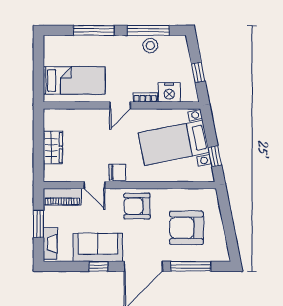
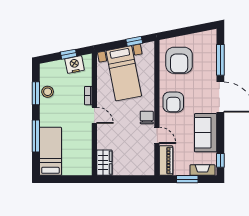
window: (148, 30) -> (36, 93), width x0.69
bed: (74, 80) -> (50, 151), moved
nightstand: (169, 93) -> (75, 65), moved, turned -101
wardrobe: (53, 147) -> (104, 163), moved, turned 90
door: (94, 185) -> (157, 135), hinge flipped
armchair: (186, 228) -> (179, 60), moved
window: (98, 266) -> (220, 160), moved

